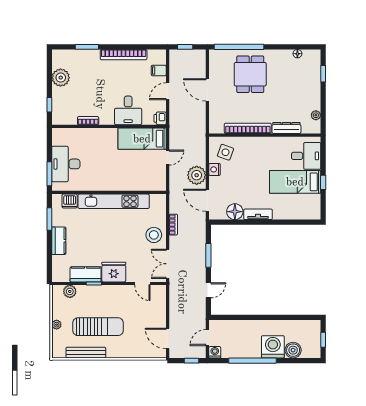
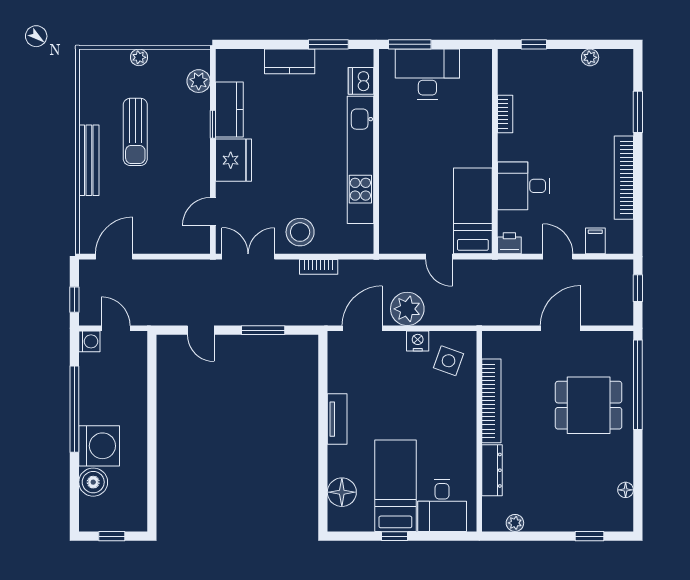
plant: (61, 78) -> (590, 57), width x0.53, depth x0.53
floor lamp: (235, 212) -> (342, 492), moved
sun lounger: (98, 327) -> (135, 132), width x0.73, depth x0.75
bench: (86, 353) -> (89, 160), moved

